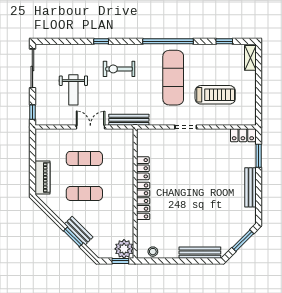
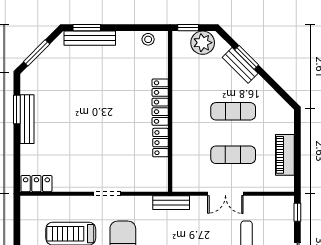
bench: (129, 120) -> (171, 203), width x0.73
window: (259, 156) -> (17, 109), moved
piano: (42, 177) -> (285, 155), moved
plant: (124, 249) -> (203, 43), moved
window: (202, 261) -> (87, 28), added

